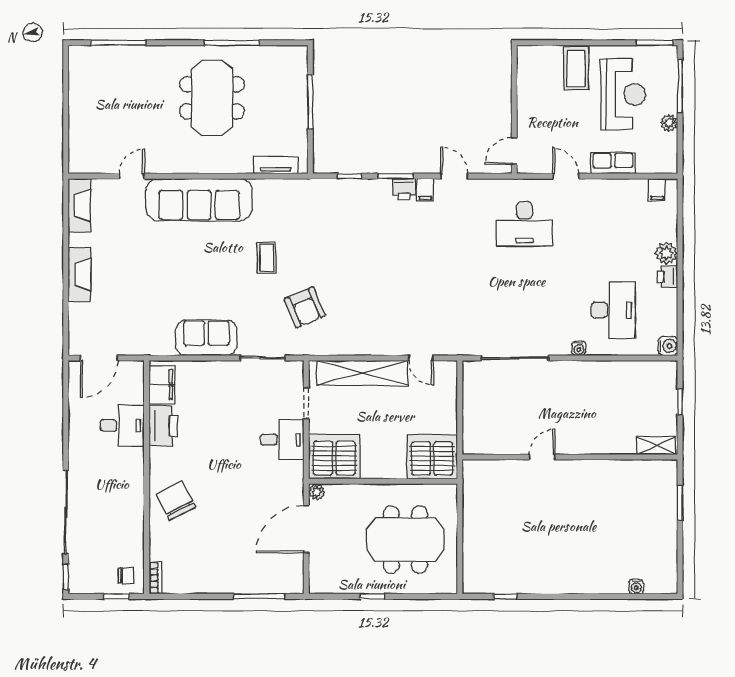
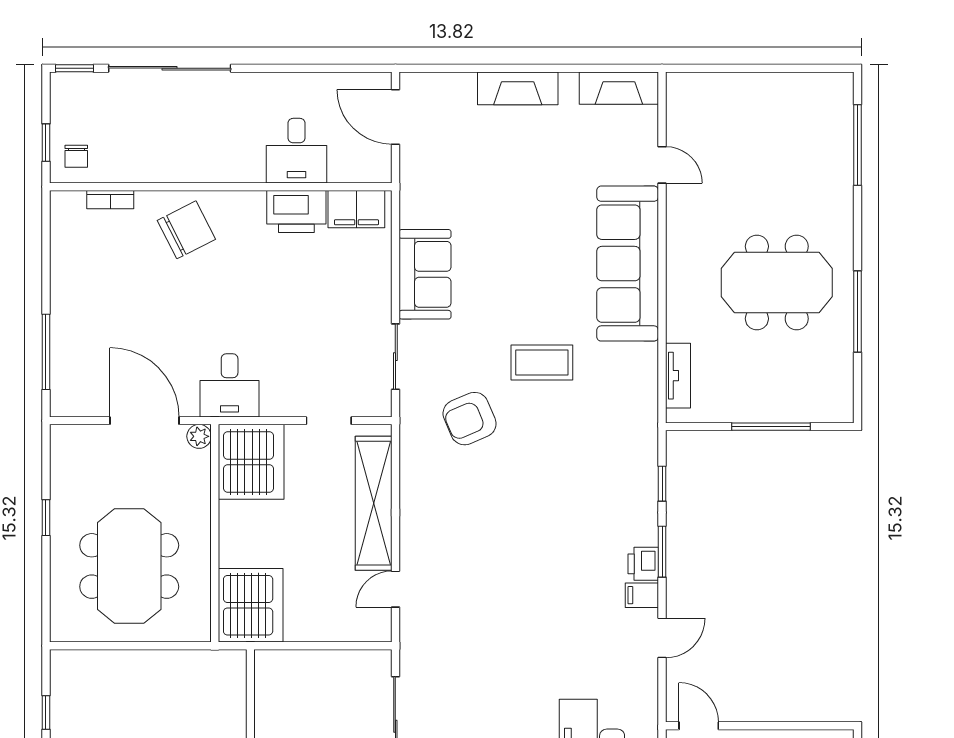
coffee table: (267, 258) -> (542, 362), width x1.36, depth x1.30
desk: (282, 440) -> (230, 385), moved
bookcase: (155, 578) -> (110, 200), moved

